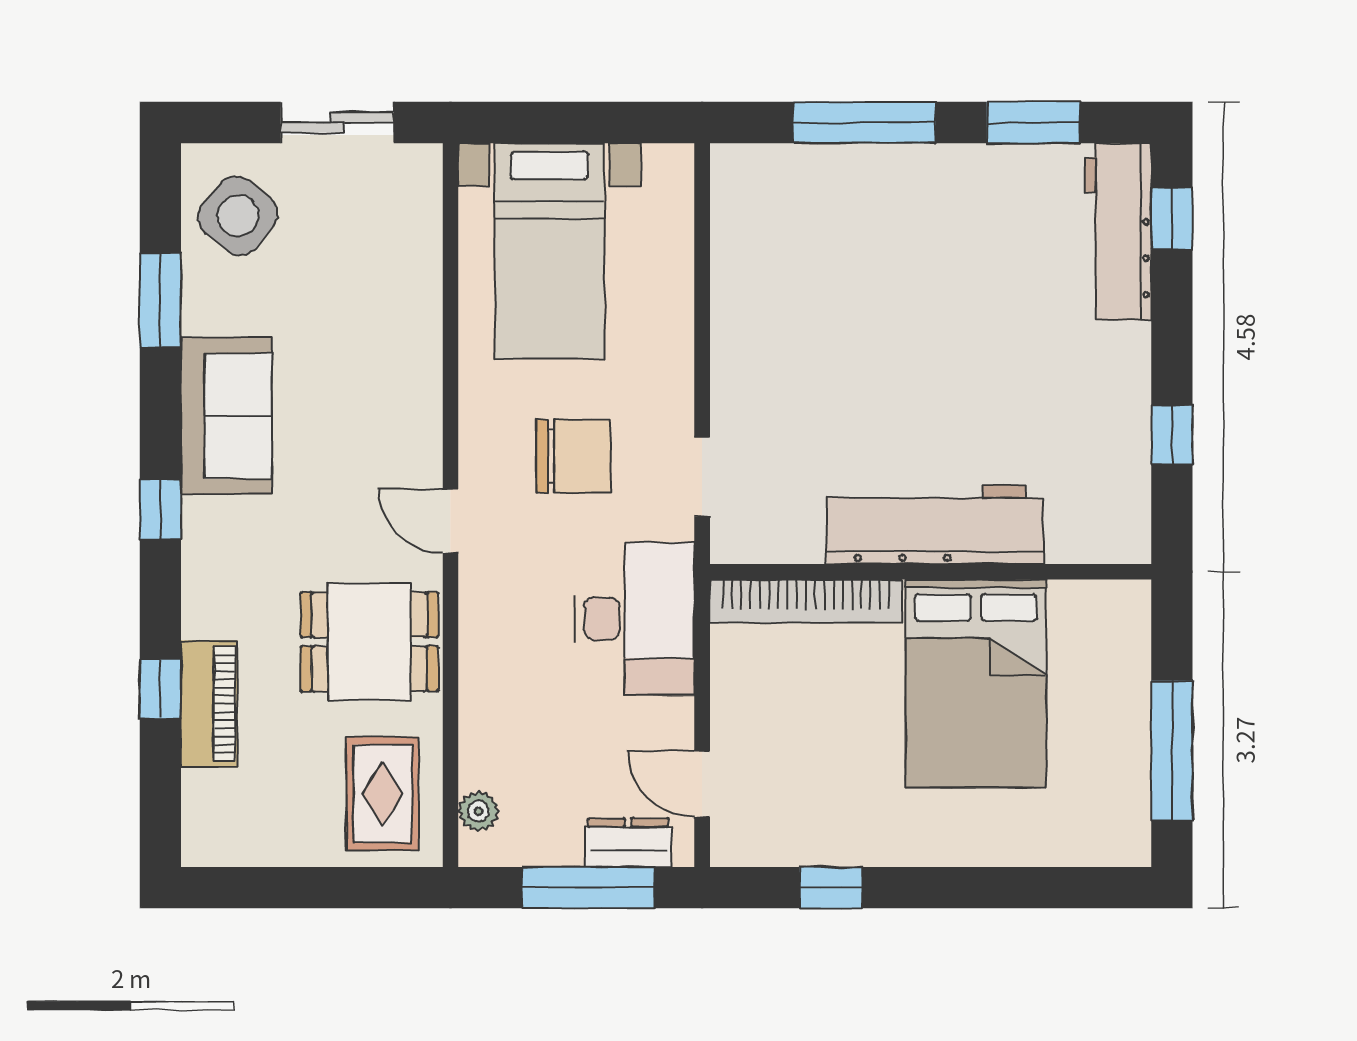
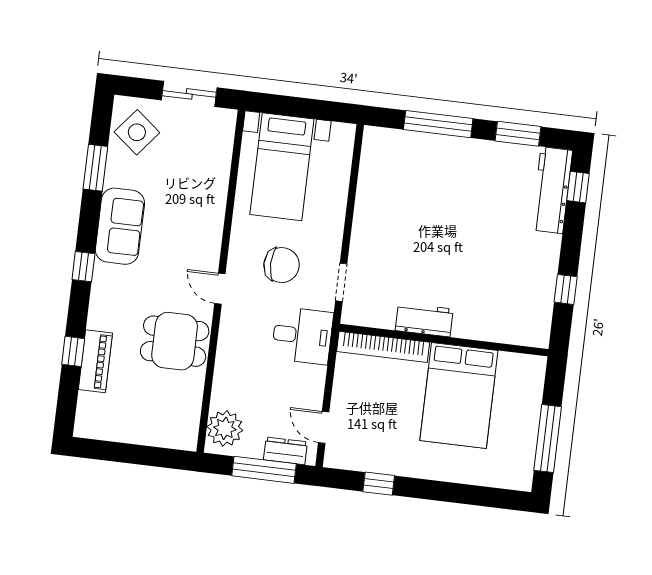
workbench: (935, 525) -> (424, 320), width x0.53, depth x0.76
desk: (634, 619) -> (302, 336), width x0.73
rug: (383, 794) -> (172, 414), removed
plant: (478, 811) -> (225, 428), width x1.88, depth x1.88

